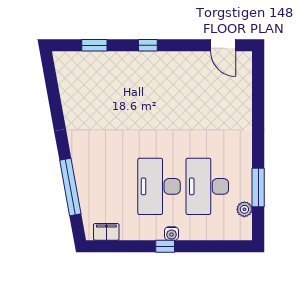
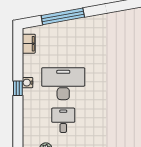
desk: (207, 186) -> (63, 120), width x0.53, depth x0.77
water cooler: (172, 233) -> (28, 83), moved

